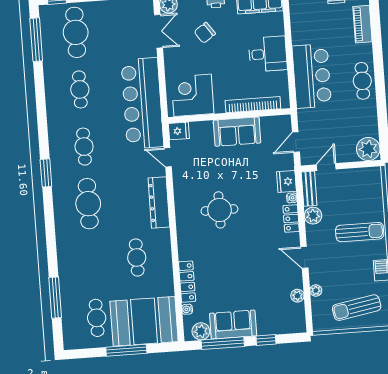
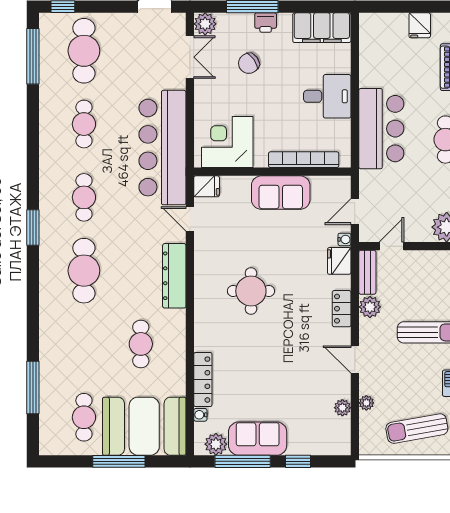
water cooler: (292, 198) -> (344, 239), moved

